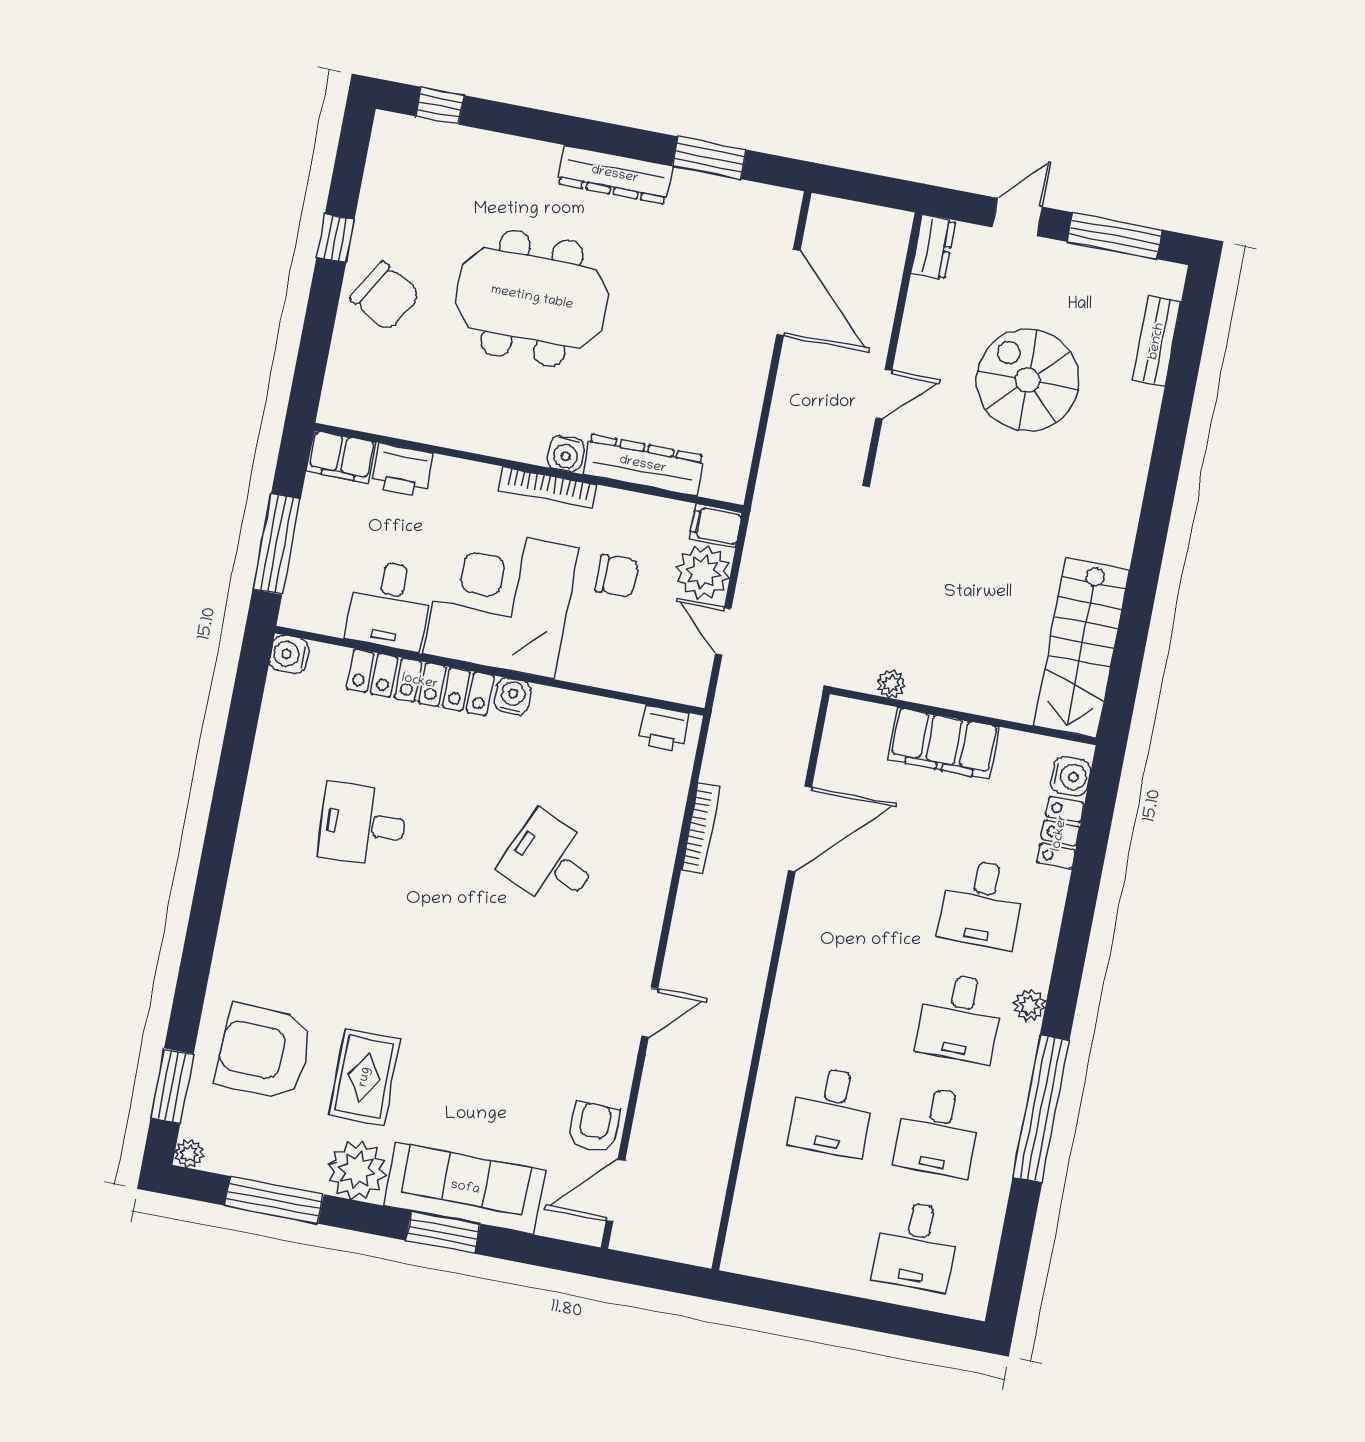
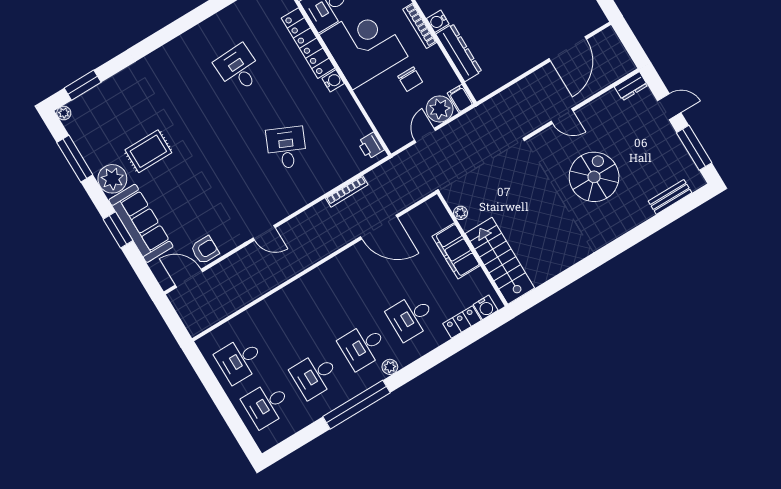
spiral stairs: (1028, 380) -> (594, 177), moved
stairs: (1082, 648) -> (500, 261), moved, turned 90
armchair: (264, 1052) -> (125, 107), removed
desk: (832, 1112) -> (240, 360), moved

